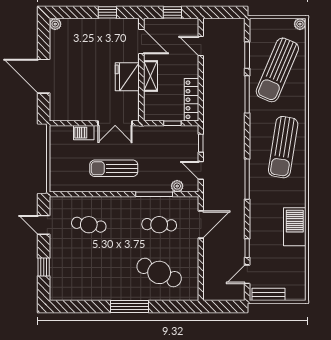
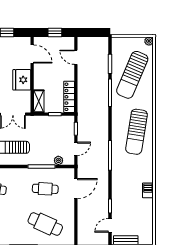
shelving: (150, 76) -> (39, 101), moved
door: (201, 170) -> (76, 149), swing flipped
barbecue: (295, 227) -> (148, 190), width x0.53, depth x0.65

